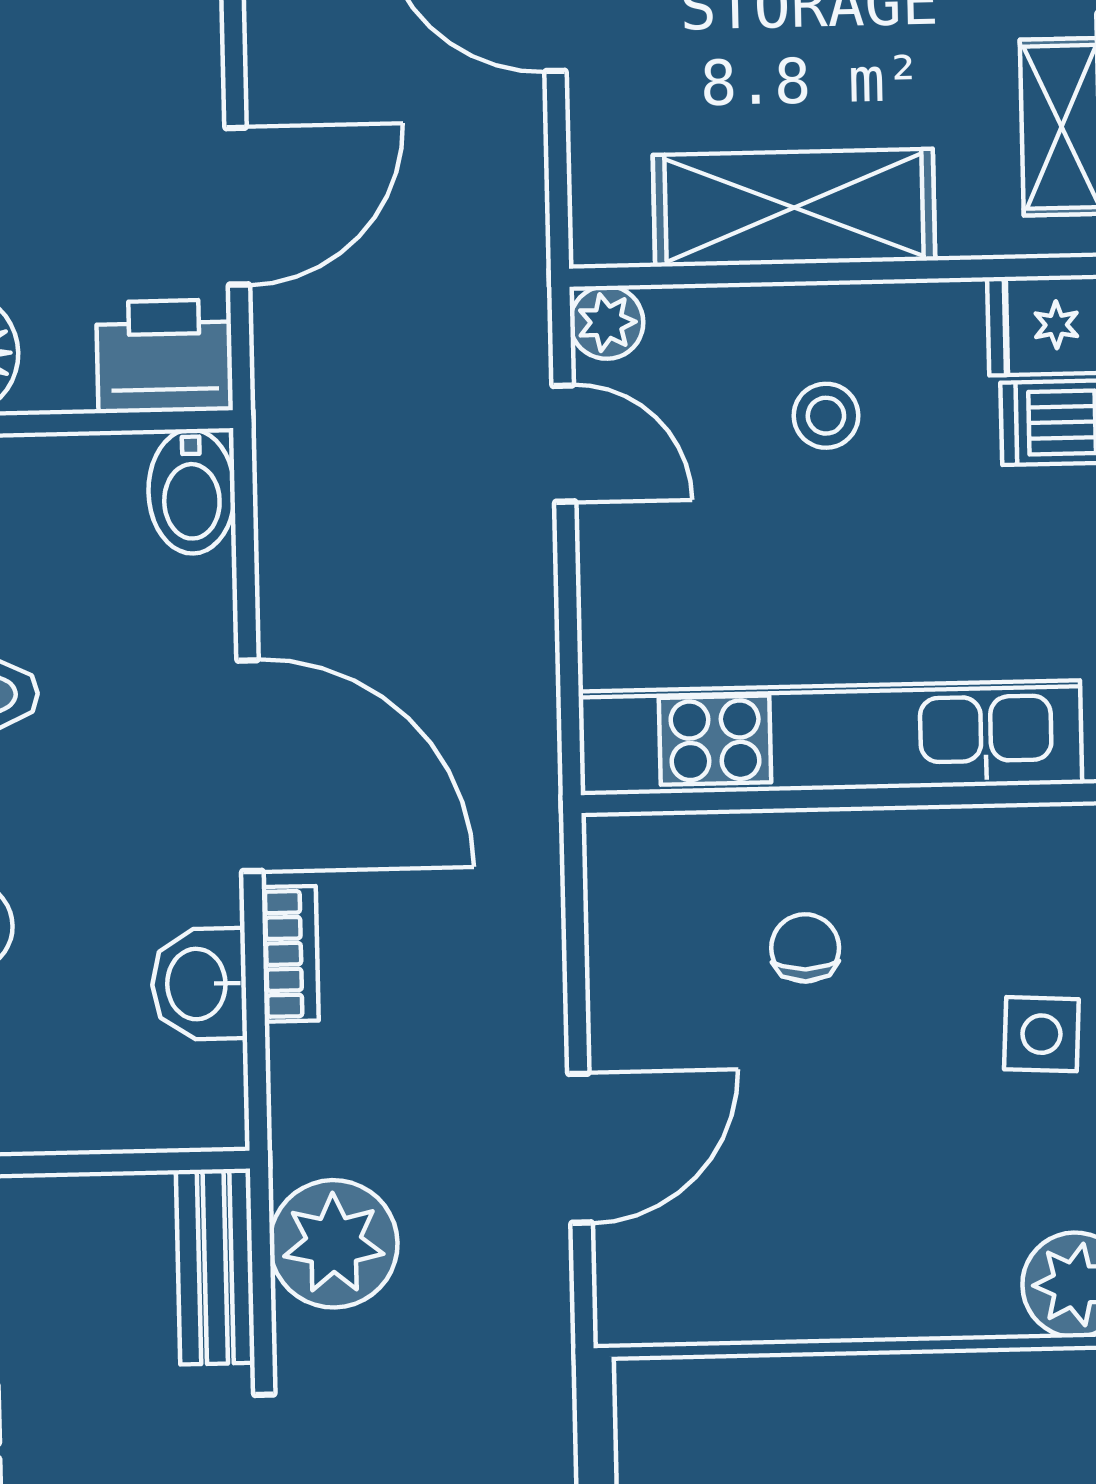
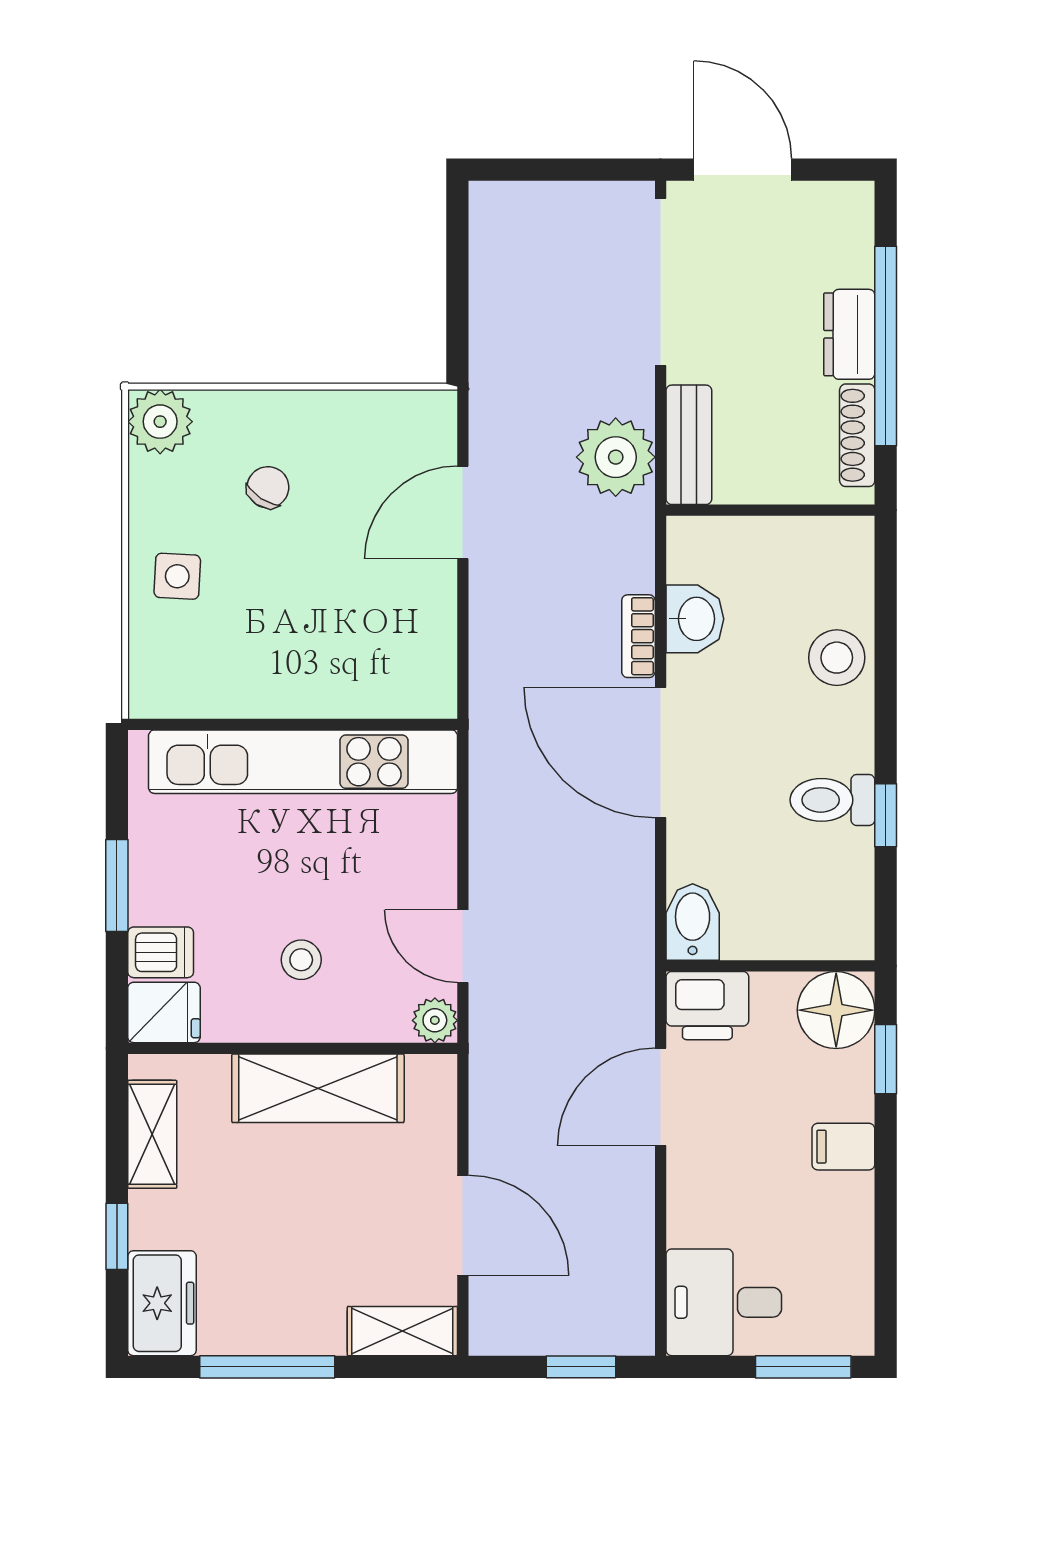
chair: (805, 948) -> (268, 487), moved, turned -147

